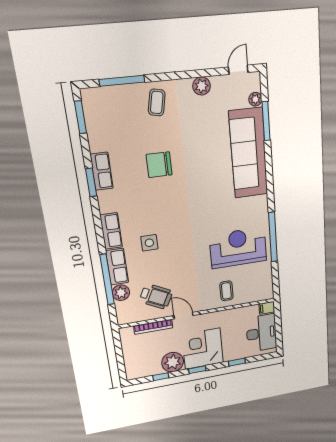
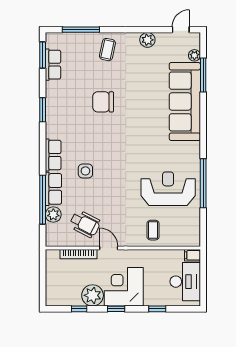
row of seats: (102, 171) -> (53, 65), moved

